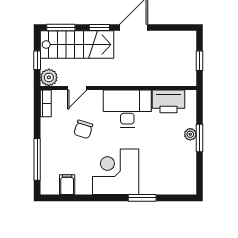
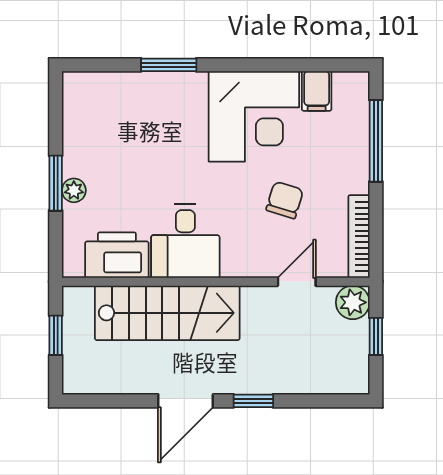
window: (61, 27) -> (329, 401), removed
stairs: (77, 45) -> (167, 313), moved, turned 180
bookcase: (46, 103) -> (359, 236), width x1.56
desk: (127, 109) -> (185, 241), width x0.73
corner desk: (116, 172) -> (254, 116), moved

